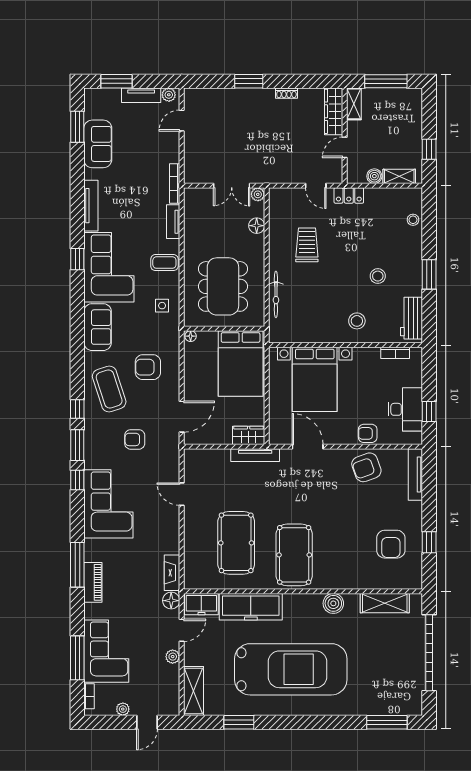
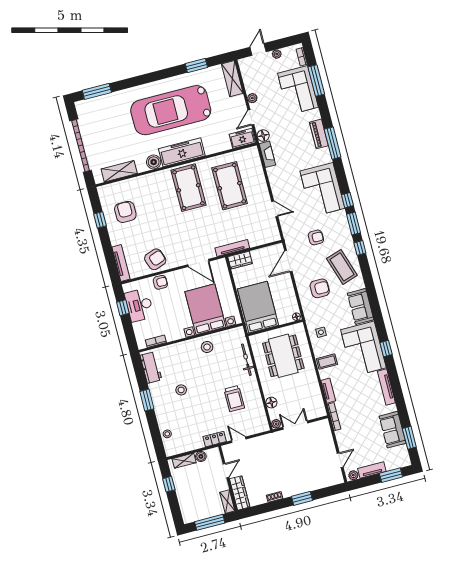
stool: (357, 321) -> (207, 347), moved
freezer: (251, 607) -> (182, 152), moved

